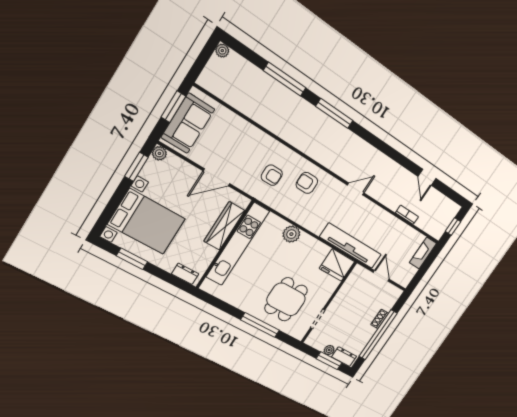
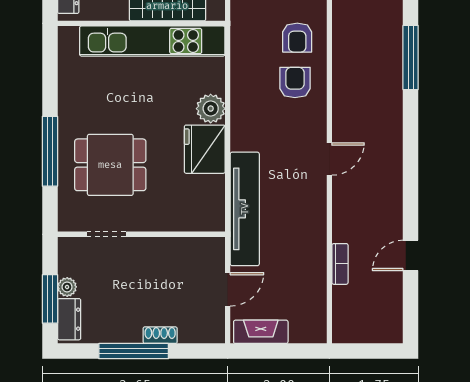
armchair: (272, 175) -> (297, 38), moved
door: (356, 189) -> (329, 159), hinge flipped
window: (453, 227) -> (366, 351), removed
fireplace: (423, 253) -> (261, 332), moved
fridge: (337, 265) -> (205, 149), moved
window: (378, 335) -> (134, 351), width x0.68

